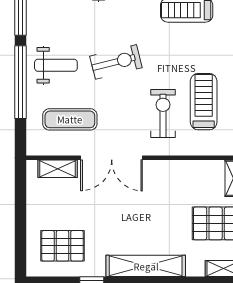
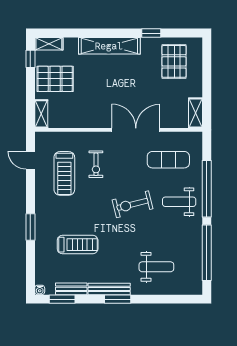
exercise bike: (163, 113) -> (96, 164), width x0.73, depth x0.72
shelving: (58, 169) -> (196, 113), moved, turned 90
pallet: (62, 246) -> (174, 61), turned 90

